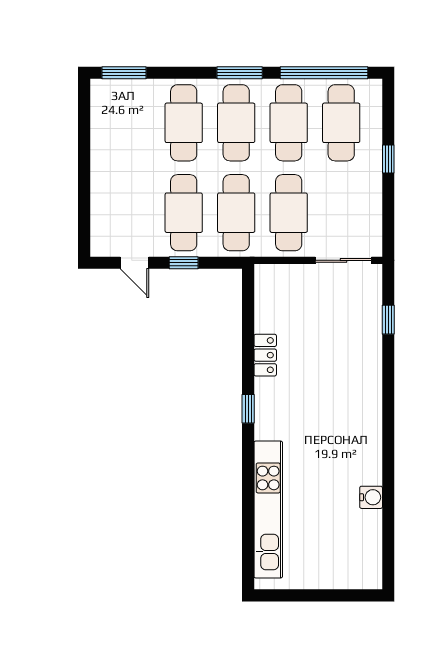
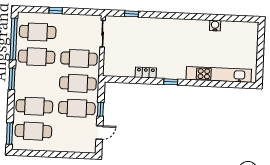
cafe table: (236, 123) -> (33, 131), moved

